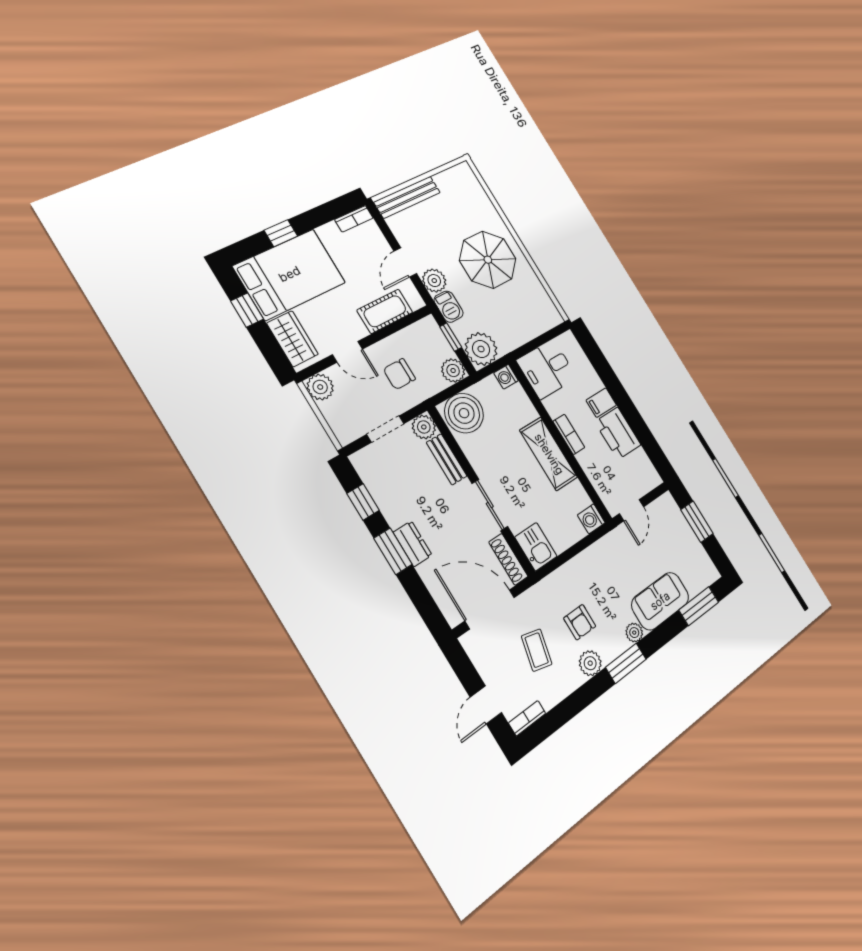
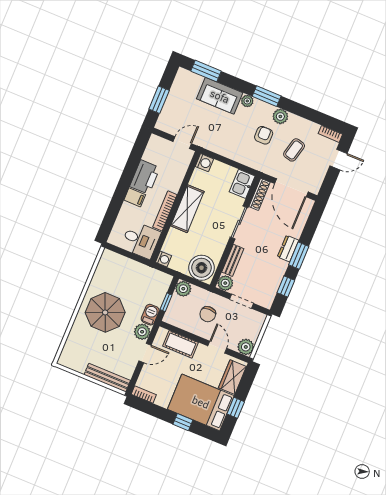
plant: (481, 349) -> (159, 282), removed
chair: (399, 374) -> (208, 314), turned 90
bookcase: (569, 434) -> (165, 211), width x1.56

